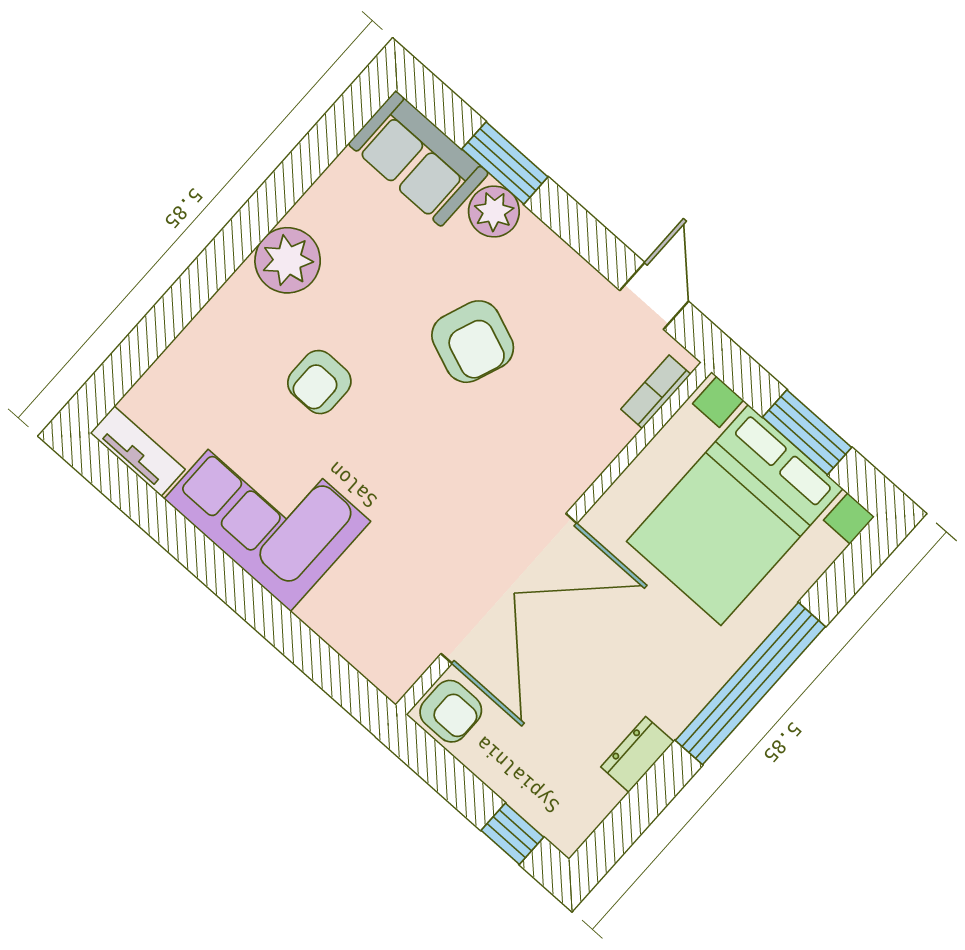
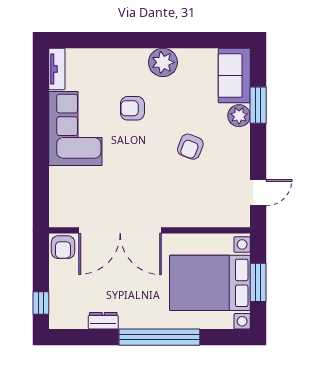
armchair: (473, 342) -> (190, 147), width x0.72, depth x0.72
bookcase: (656, 392) -> (227, 221), removed

